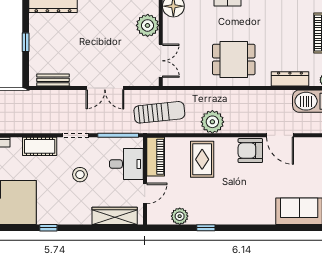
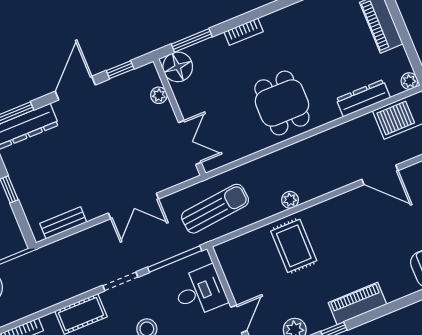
plant: (148, 25) -> (159, 95), width x0.53, depth x0.53
dining table: (234, 60) -> (282, 103), turned 90
plant: (212, 122) -> (290, 200), width x0.53, depth x0.53
armchair: (250, 151) -> (350, 210), removed
piano: (156, 157) -> (357, 304), moved, turned -90

